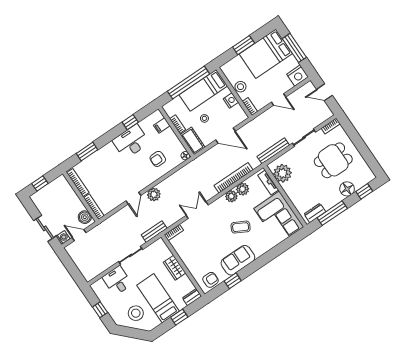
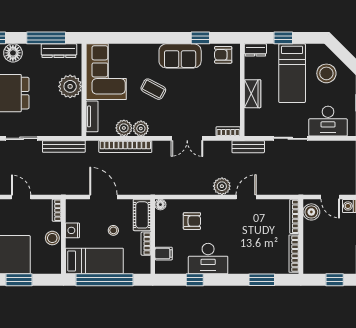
plant: (283, 173) -> (70, 86), moved
dresser: (315, 213) -> (59, 51), width x1.44
desk: (117, 281) -> (328, 121), width x1.37

